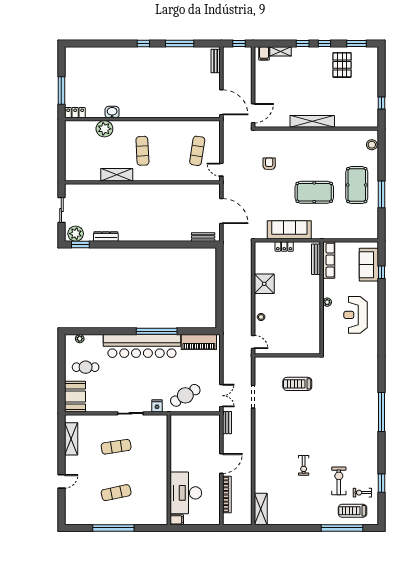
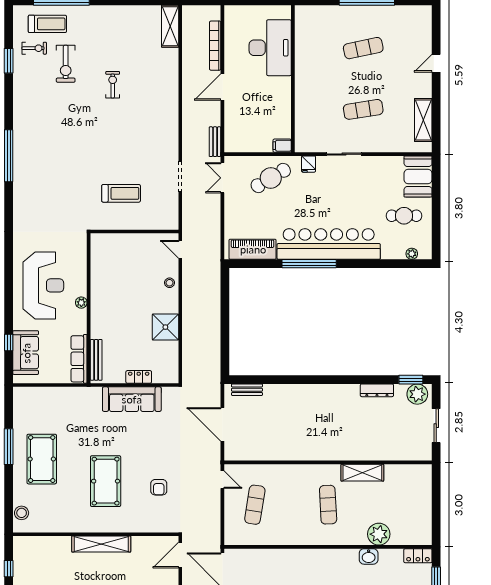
pool table: (314, 192) -> (106, 481), moved, turned 90
reception desk: (356, 315) -> (43, 285), width x1.36, depth x1.30
filing cabinet: (177, 520) -> (282, 146), moved

